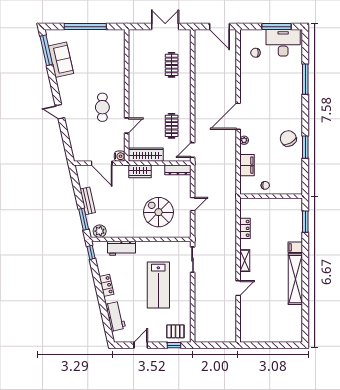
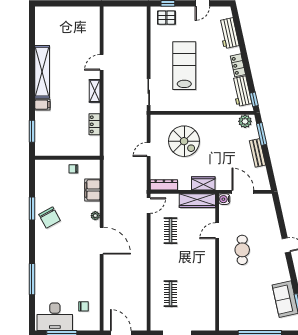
door: (238, 116) -> (102, 241), hinge flipped
workbench: (122, 248) -> (242, 91), moved, turned -102

